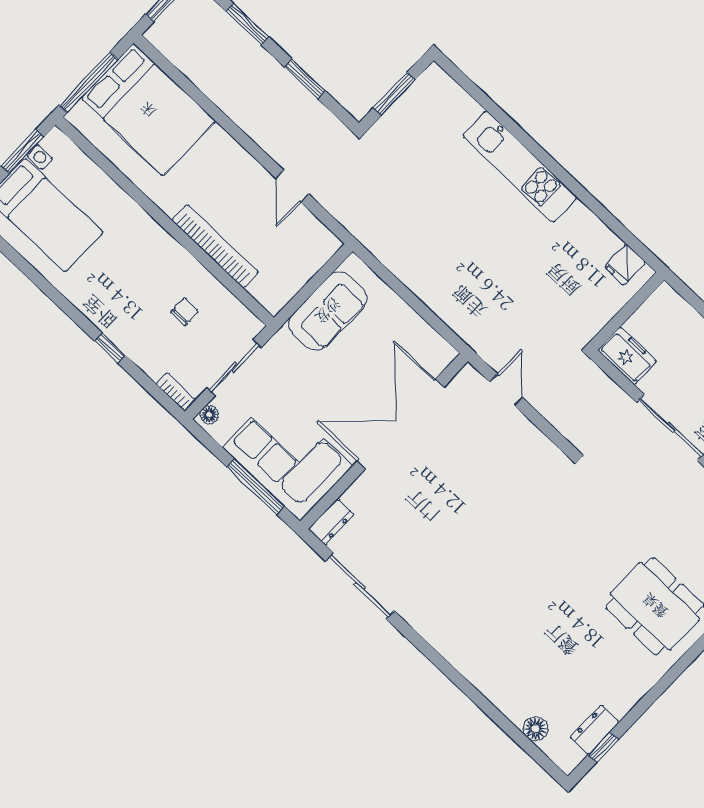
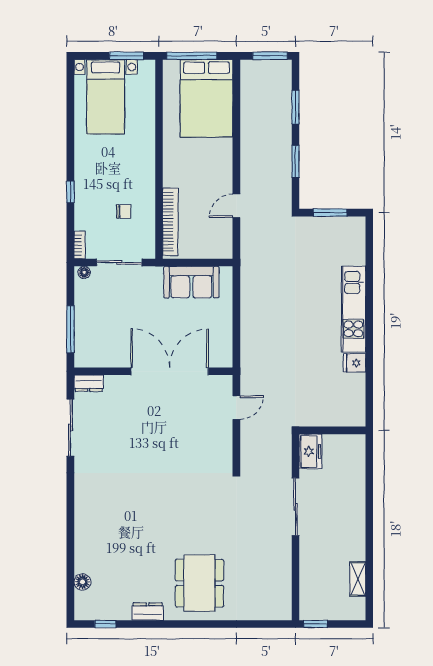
bookcase: (215, 246) -> (170, 222), moved
fridge: (625, 265) -> (355, 363), moved
corner sofa: (288, 456) -> (100, 331), removed
dresser: (595, 730) -> (148, 612), moved

